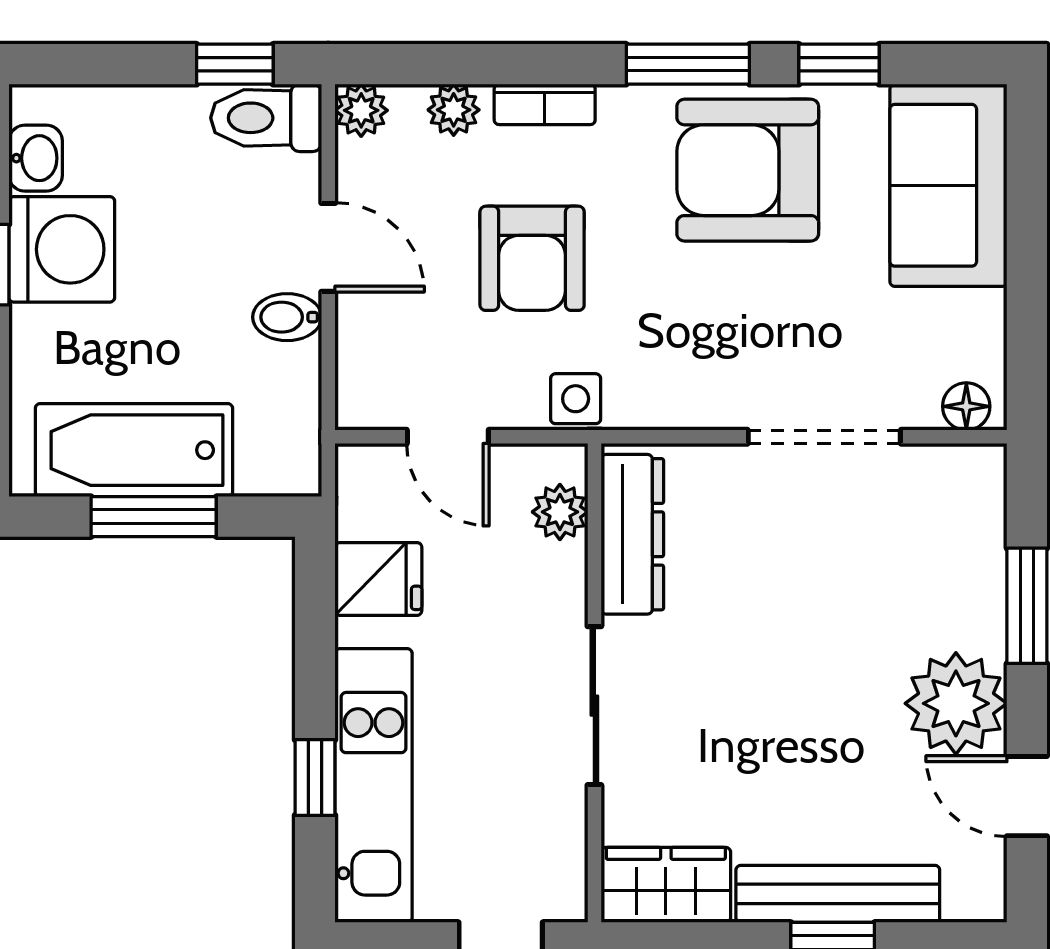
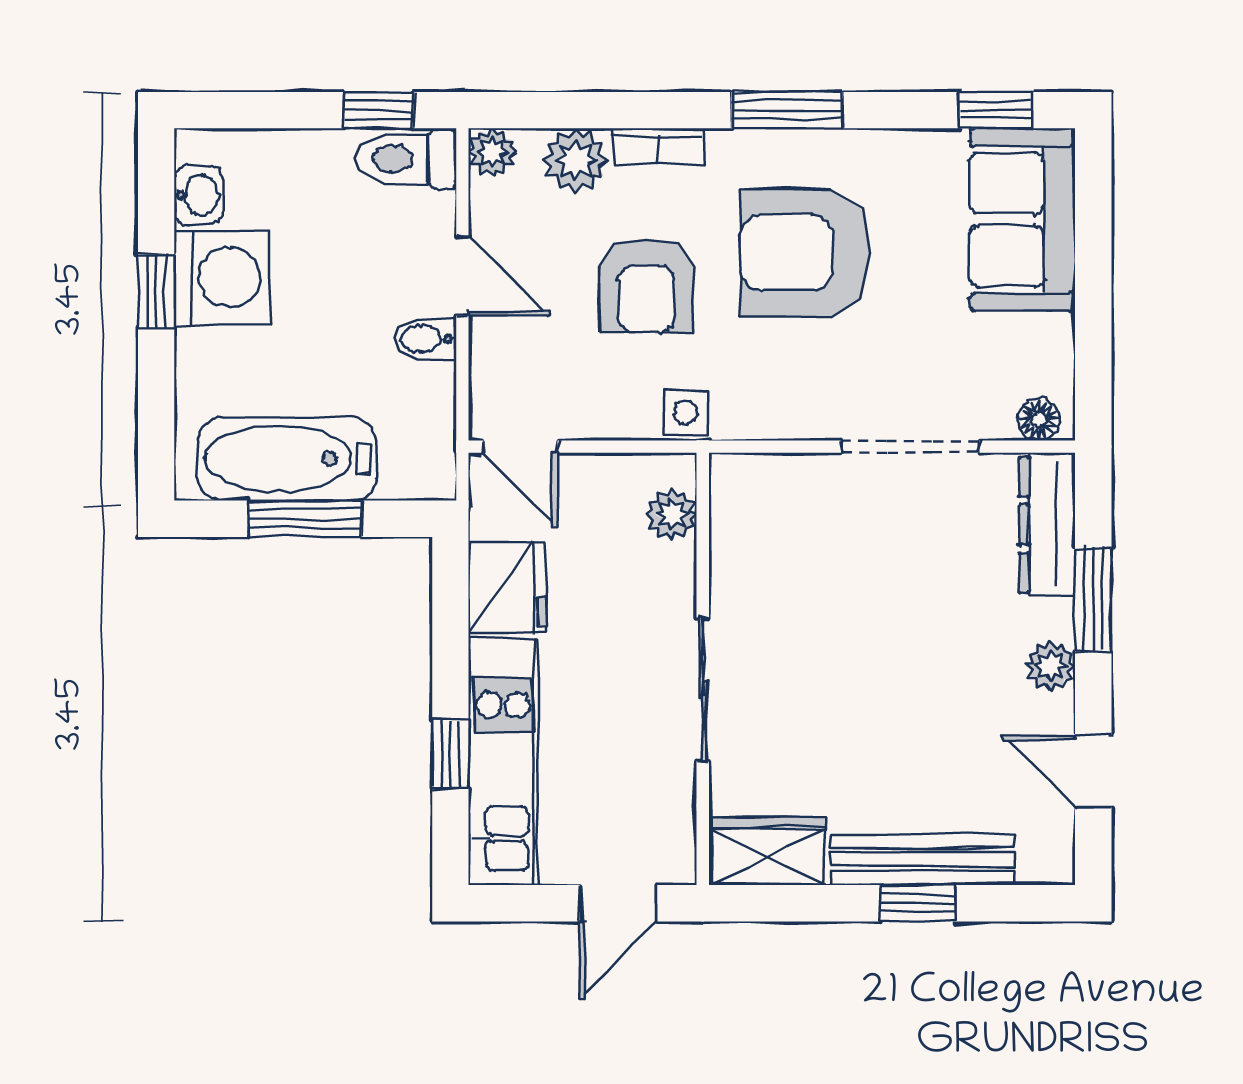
window: (839, 64) -> (995, 110), moved
plant: (454, 110) -> (576, 160), width x1.38, depth x1.38
armchair: (748, 170) -> (805, 252), moved
door: (448, 437) -> (520, 447), moved
dresser: (632, 534) -> (1047, 525), moved, turned 180
fridge: (378, 579) -> (508, 588), width x1.38
plant: (956, 703) -> (1051, 666), width x0.53, depth x0.53

